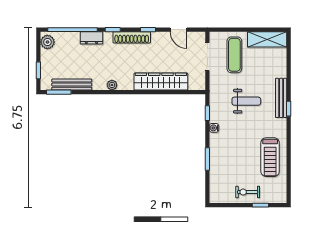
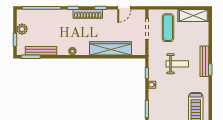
door: (179, 30) -> (124, 8), hinge flipped
dresser: (91, 38) -> (56, 14), removed
plant: (47, 42) -> (22, 29), moved

